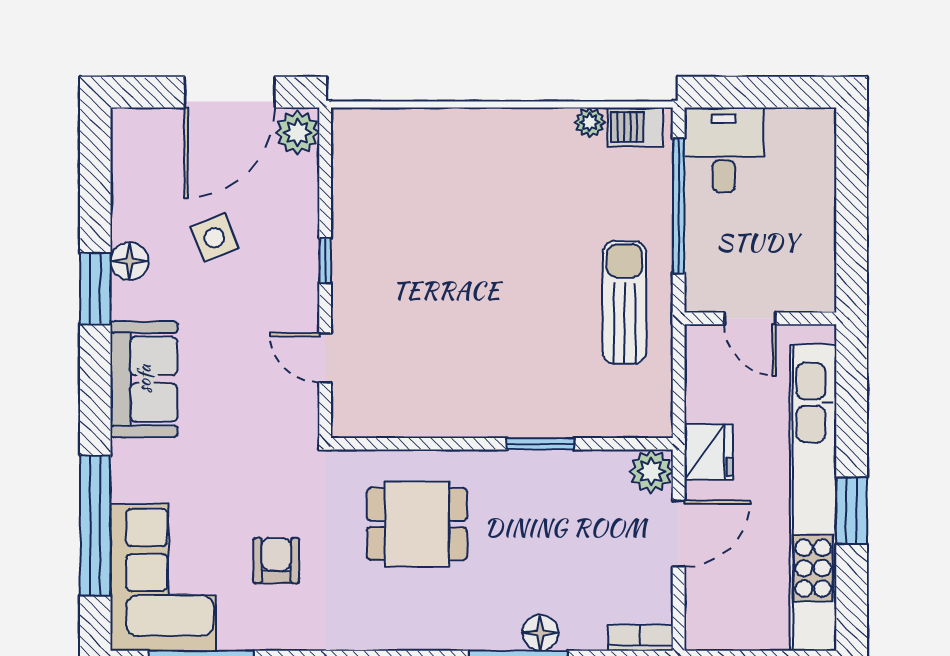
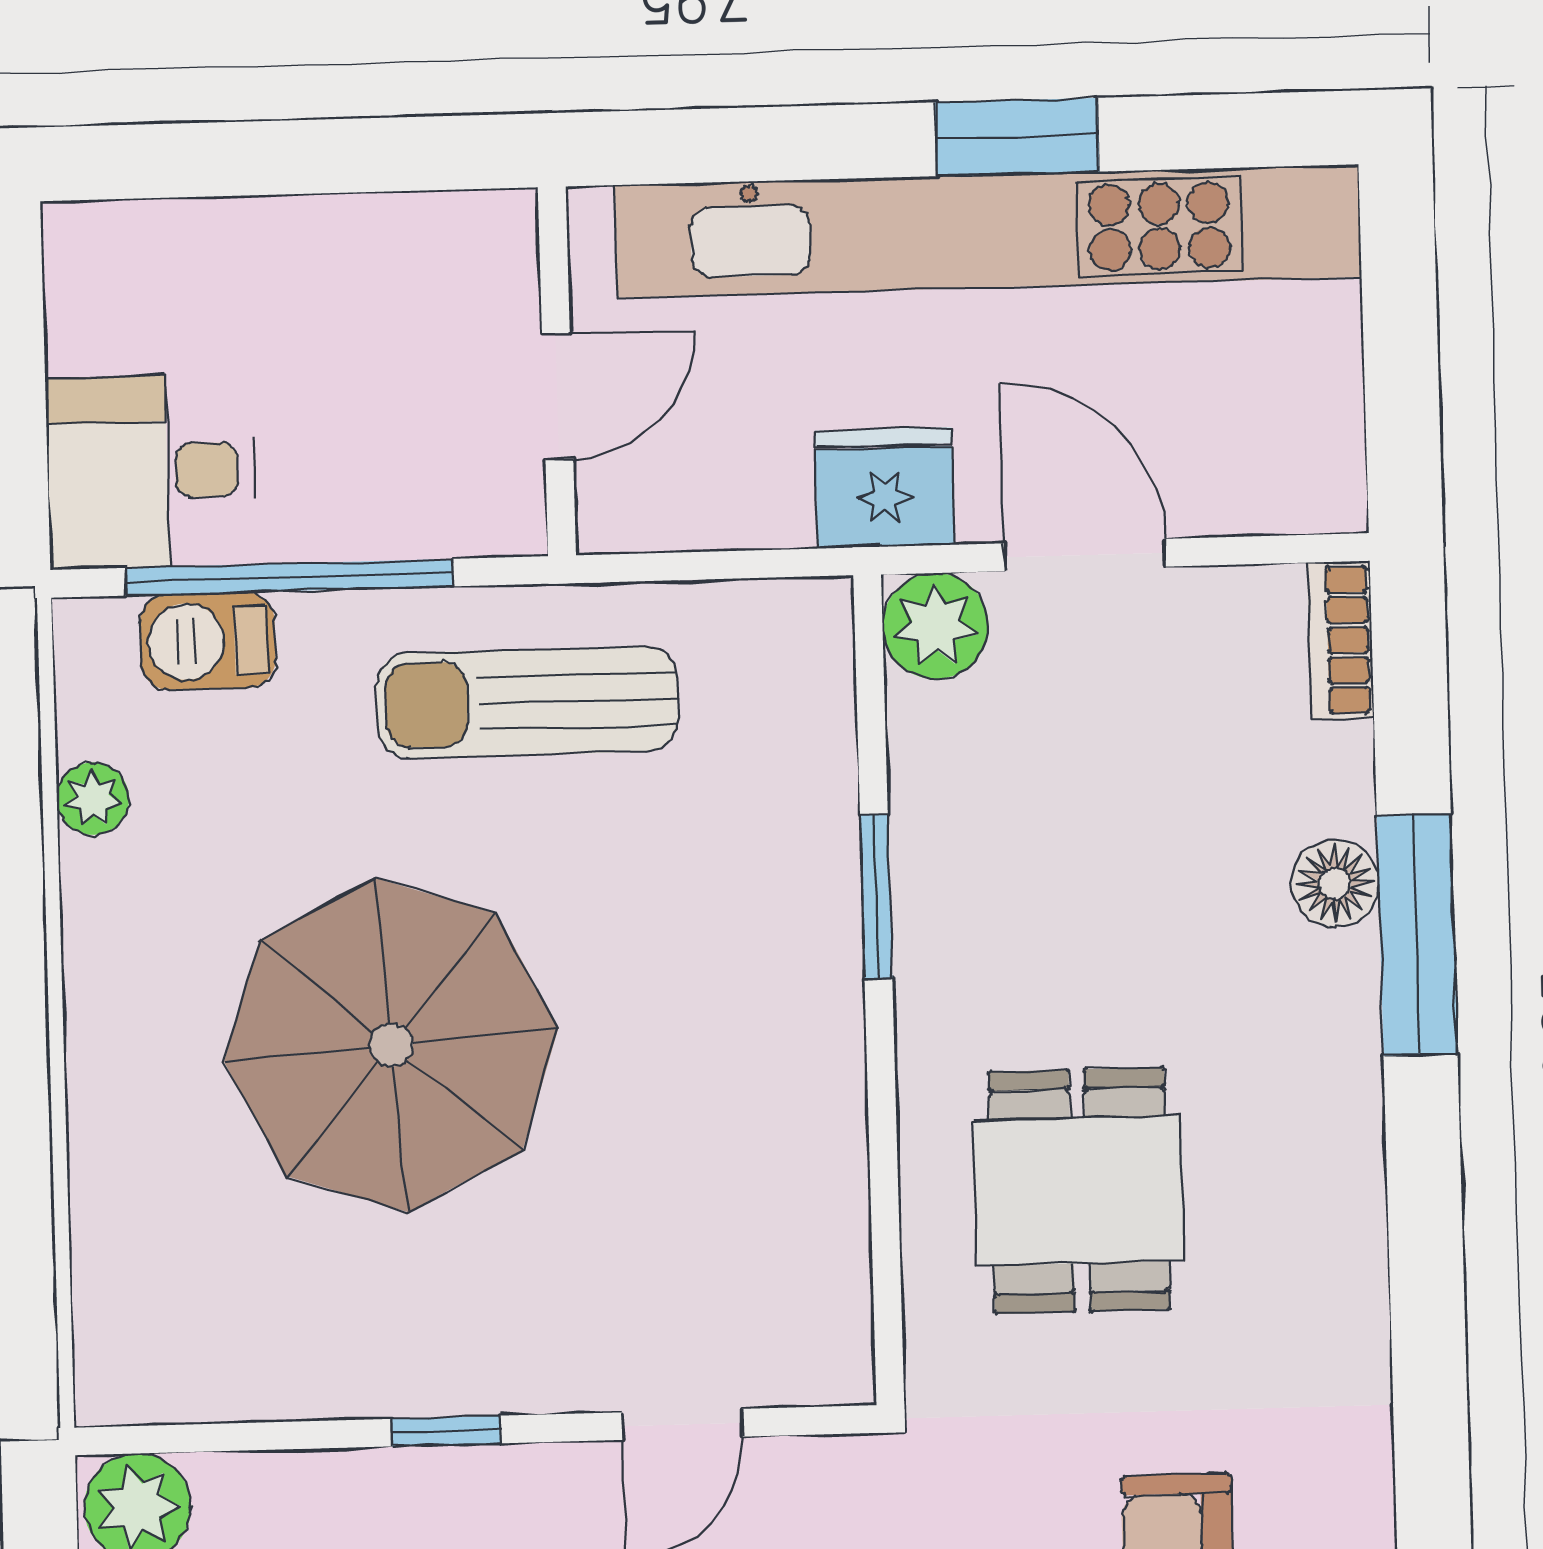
barbecue: (635, 127) -> (208, 641), moved, turned 90
parasol: (485, 242) -> (391, 1045), added

